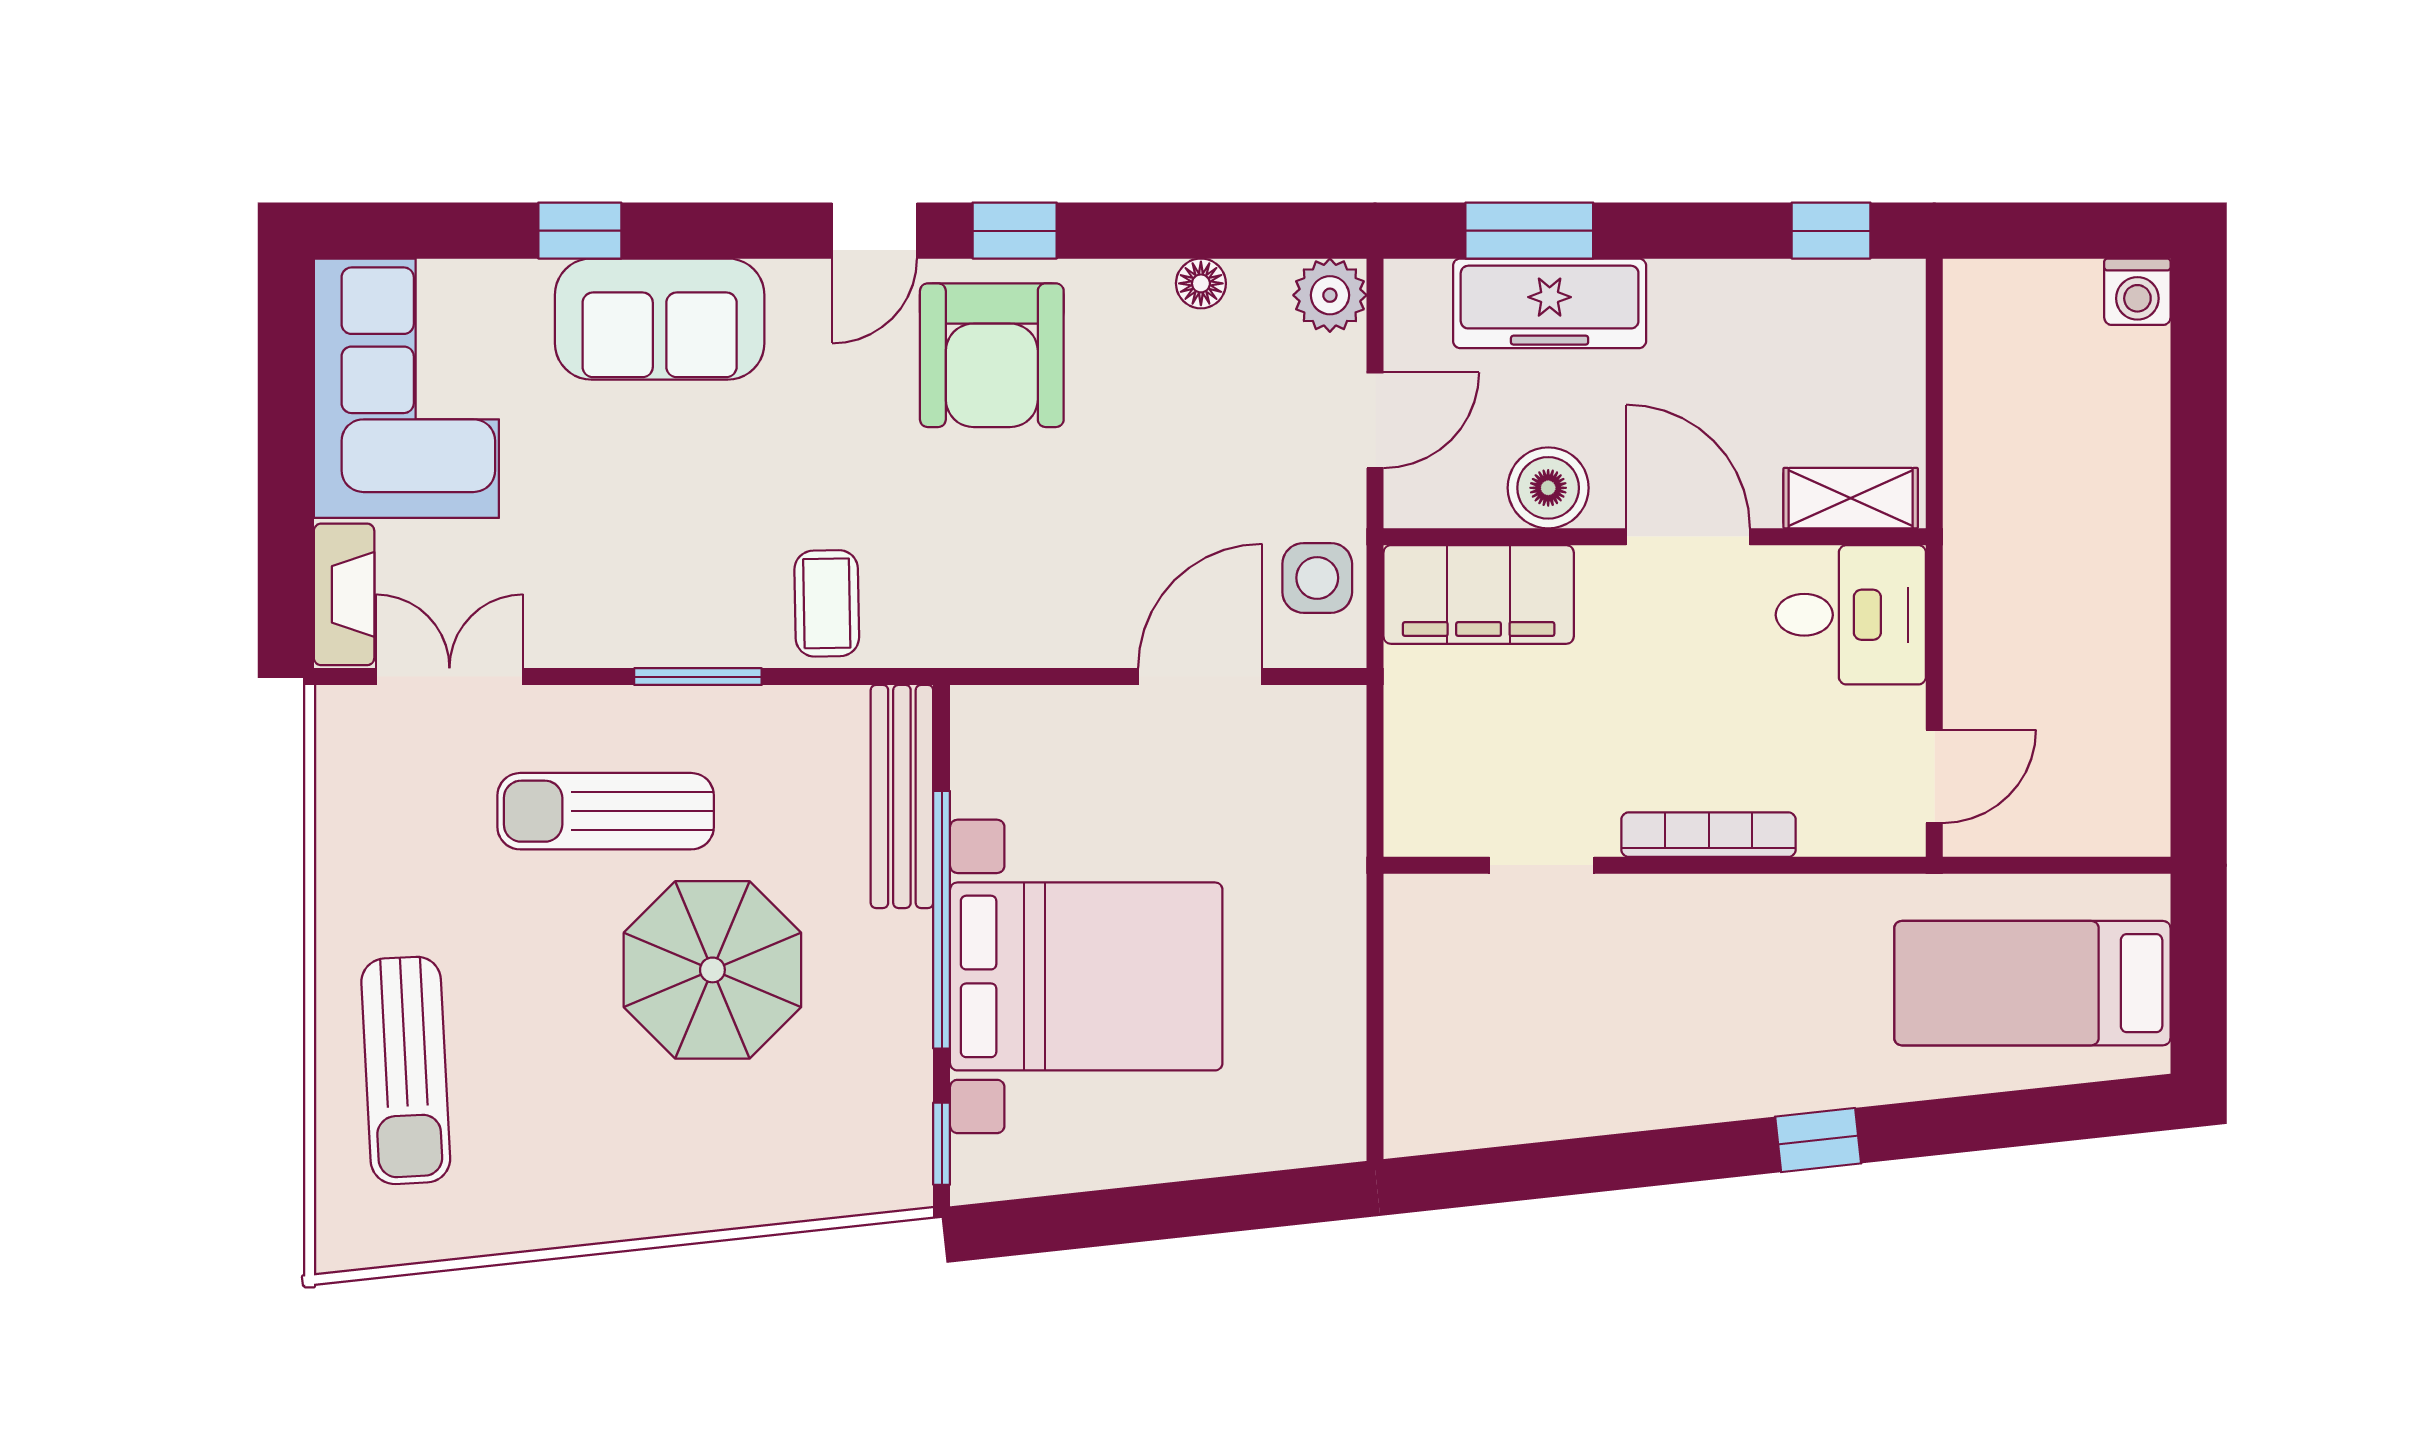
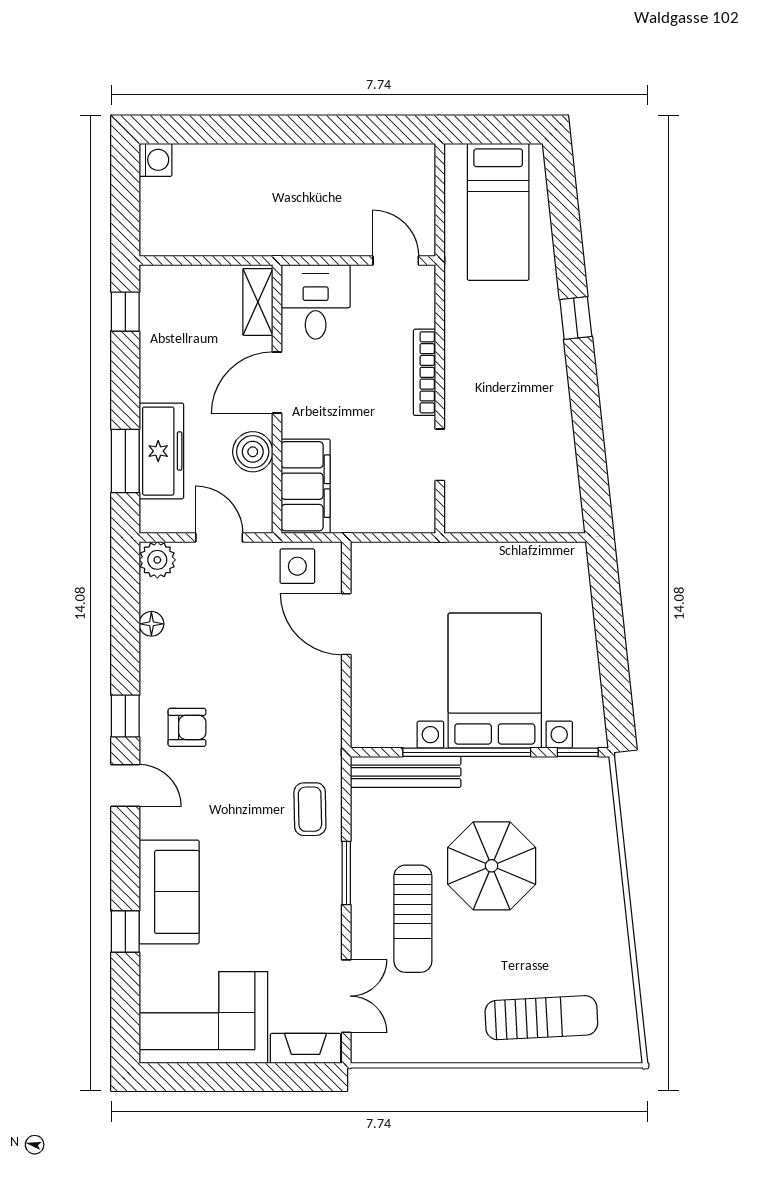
armchair: (992, 355) -> (187, 727), width x0.53, depth x0.53
coffee table: (827, 603) -> (310, 809), turned 90
double door: (449, 677) -> (346, 996), swing flipped

